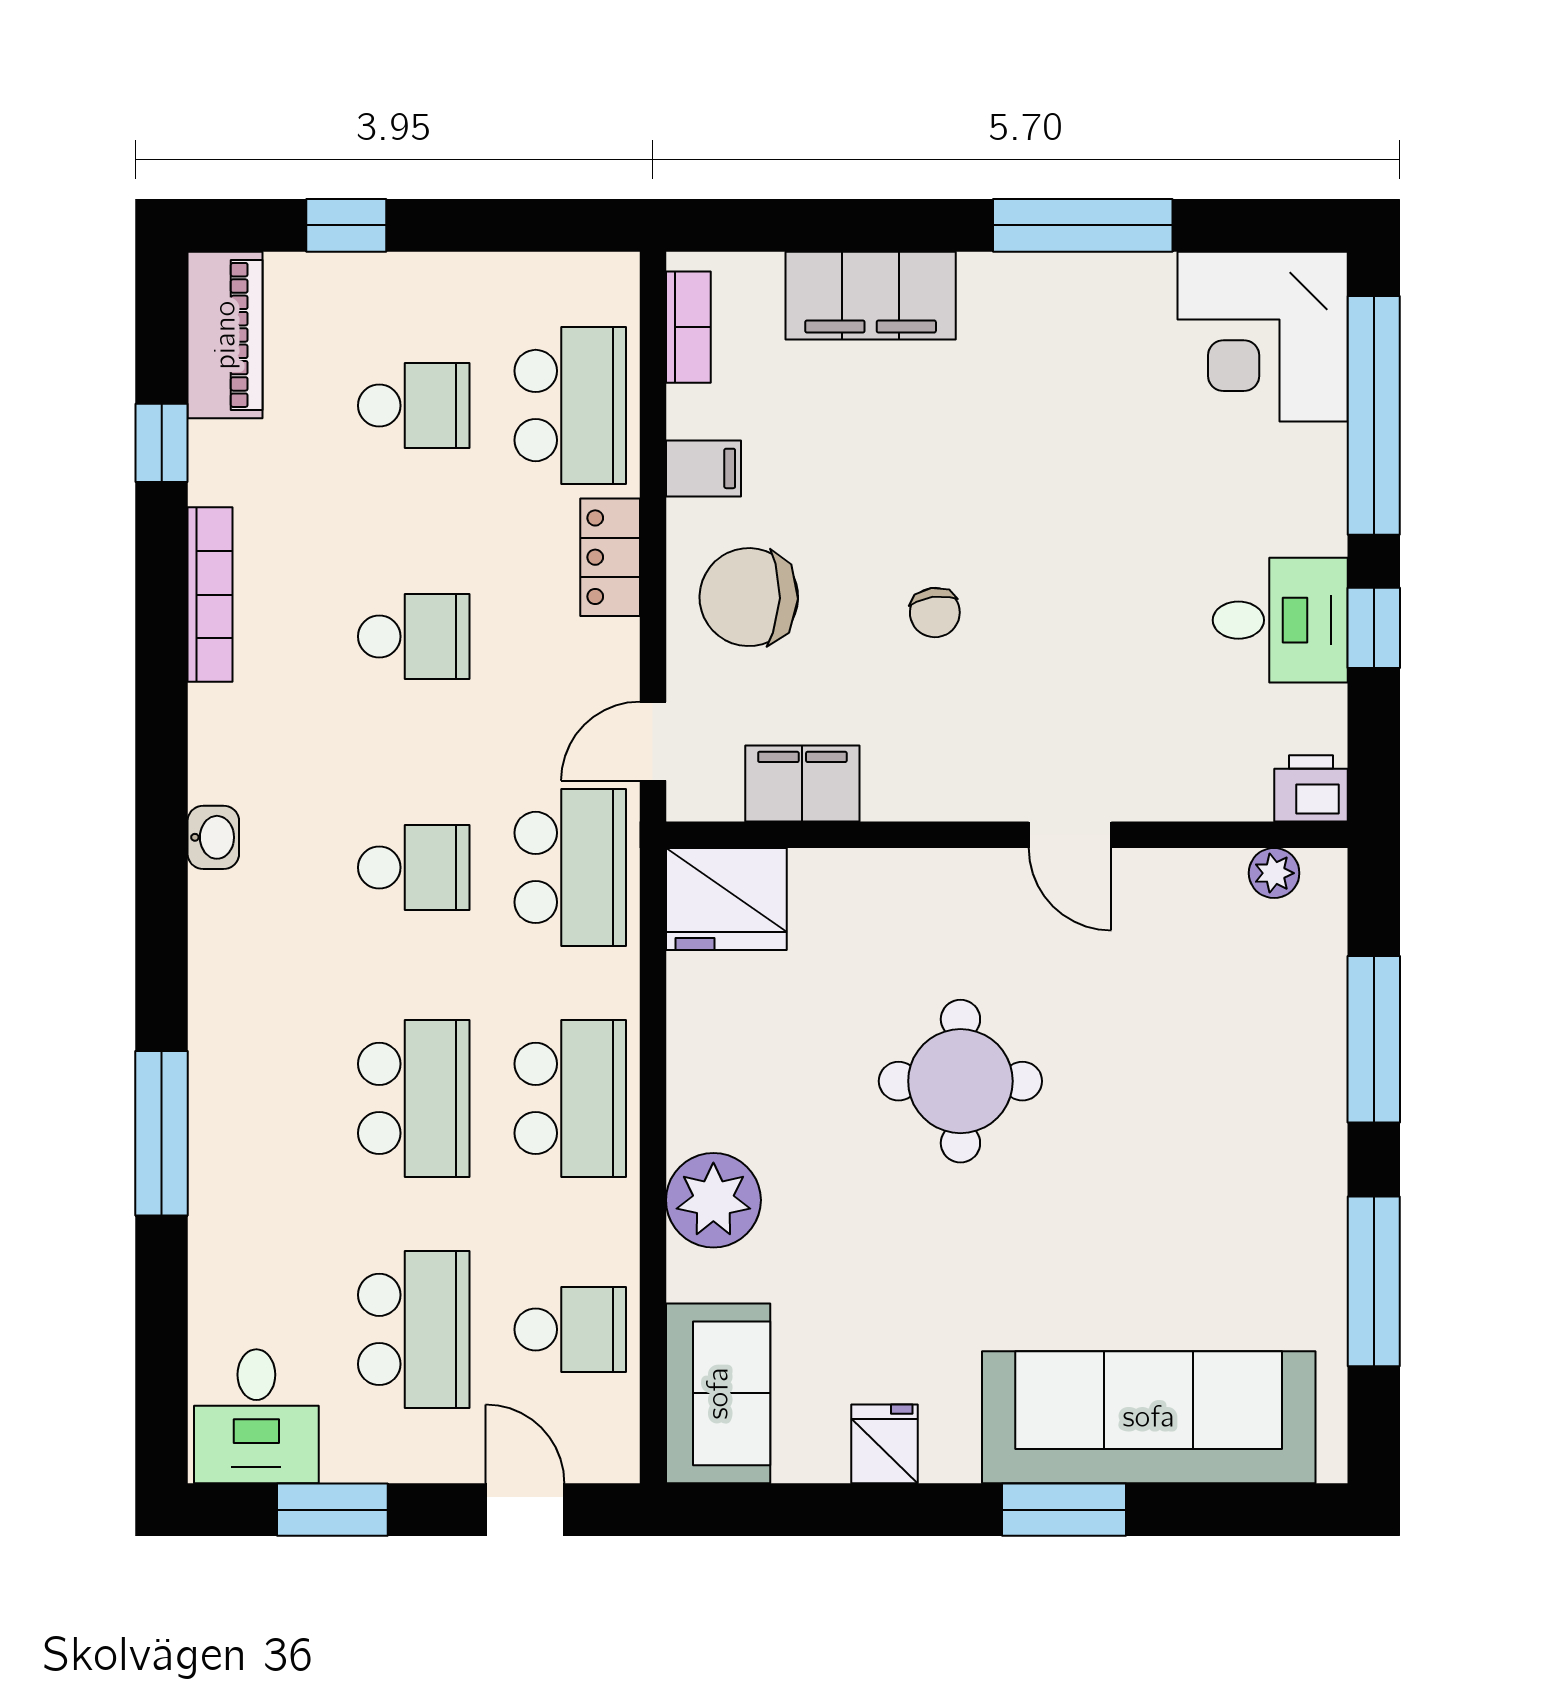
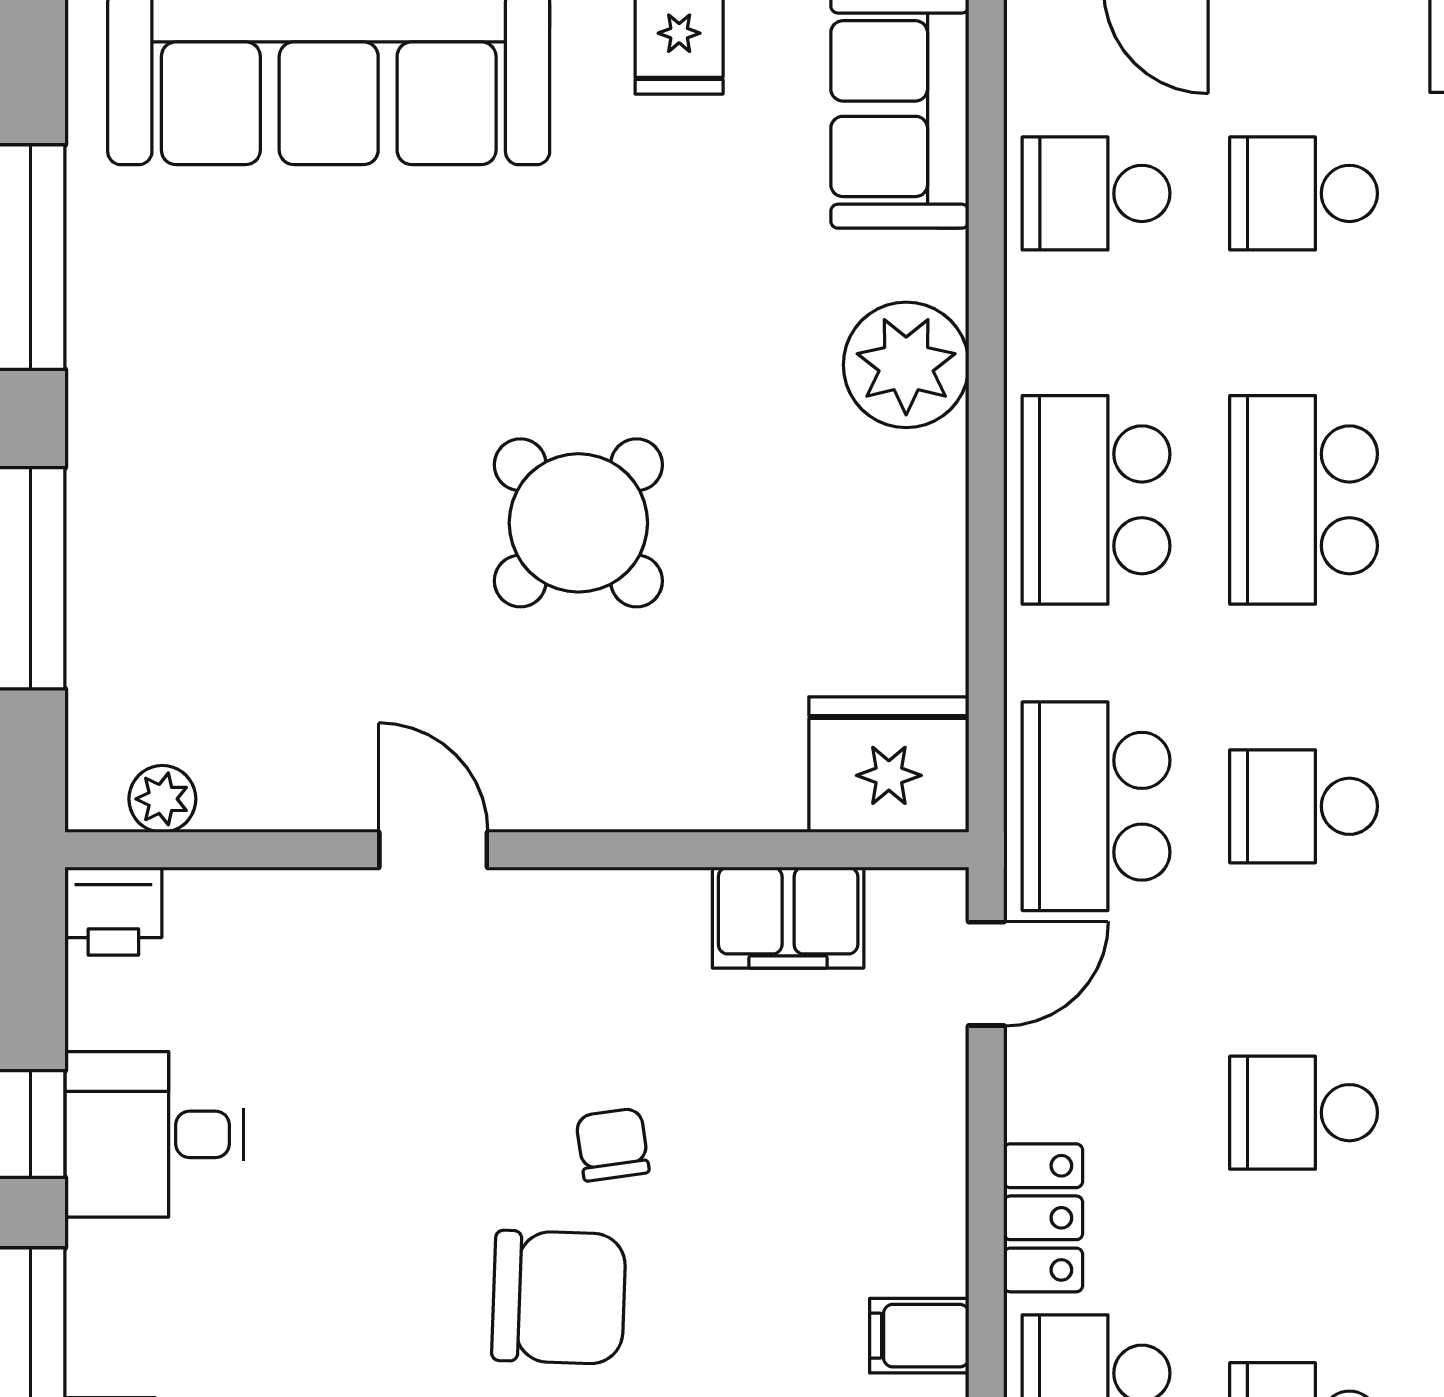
chair: (749, 597) -> (559, 1297), moved
round table: (960, 1081) -> (578, 523), turned 45
school desk: (414, 1329) -> (1304, 193), width x0.54

